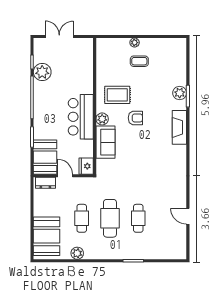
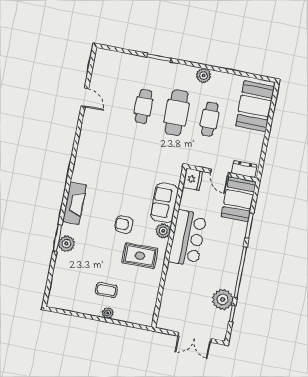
plant: (77, 253) -> (204, 75), moved

